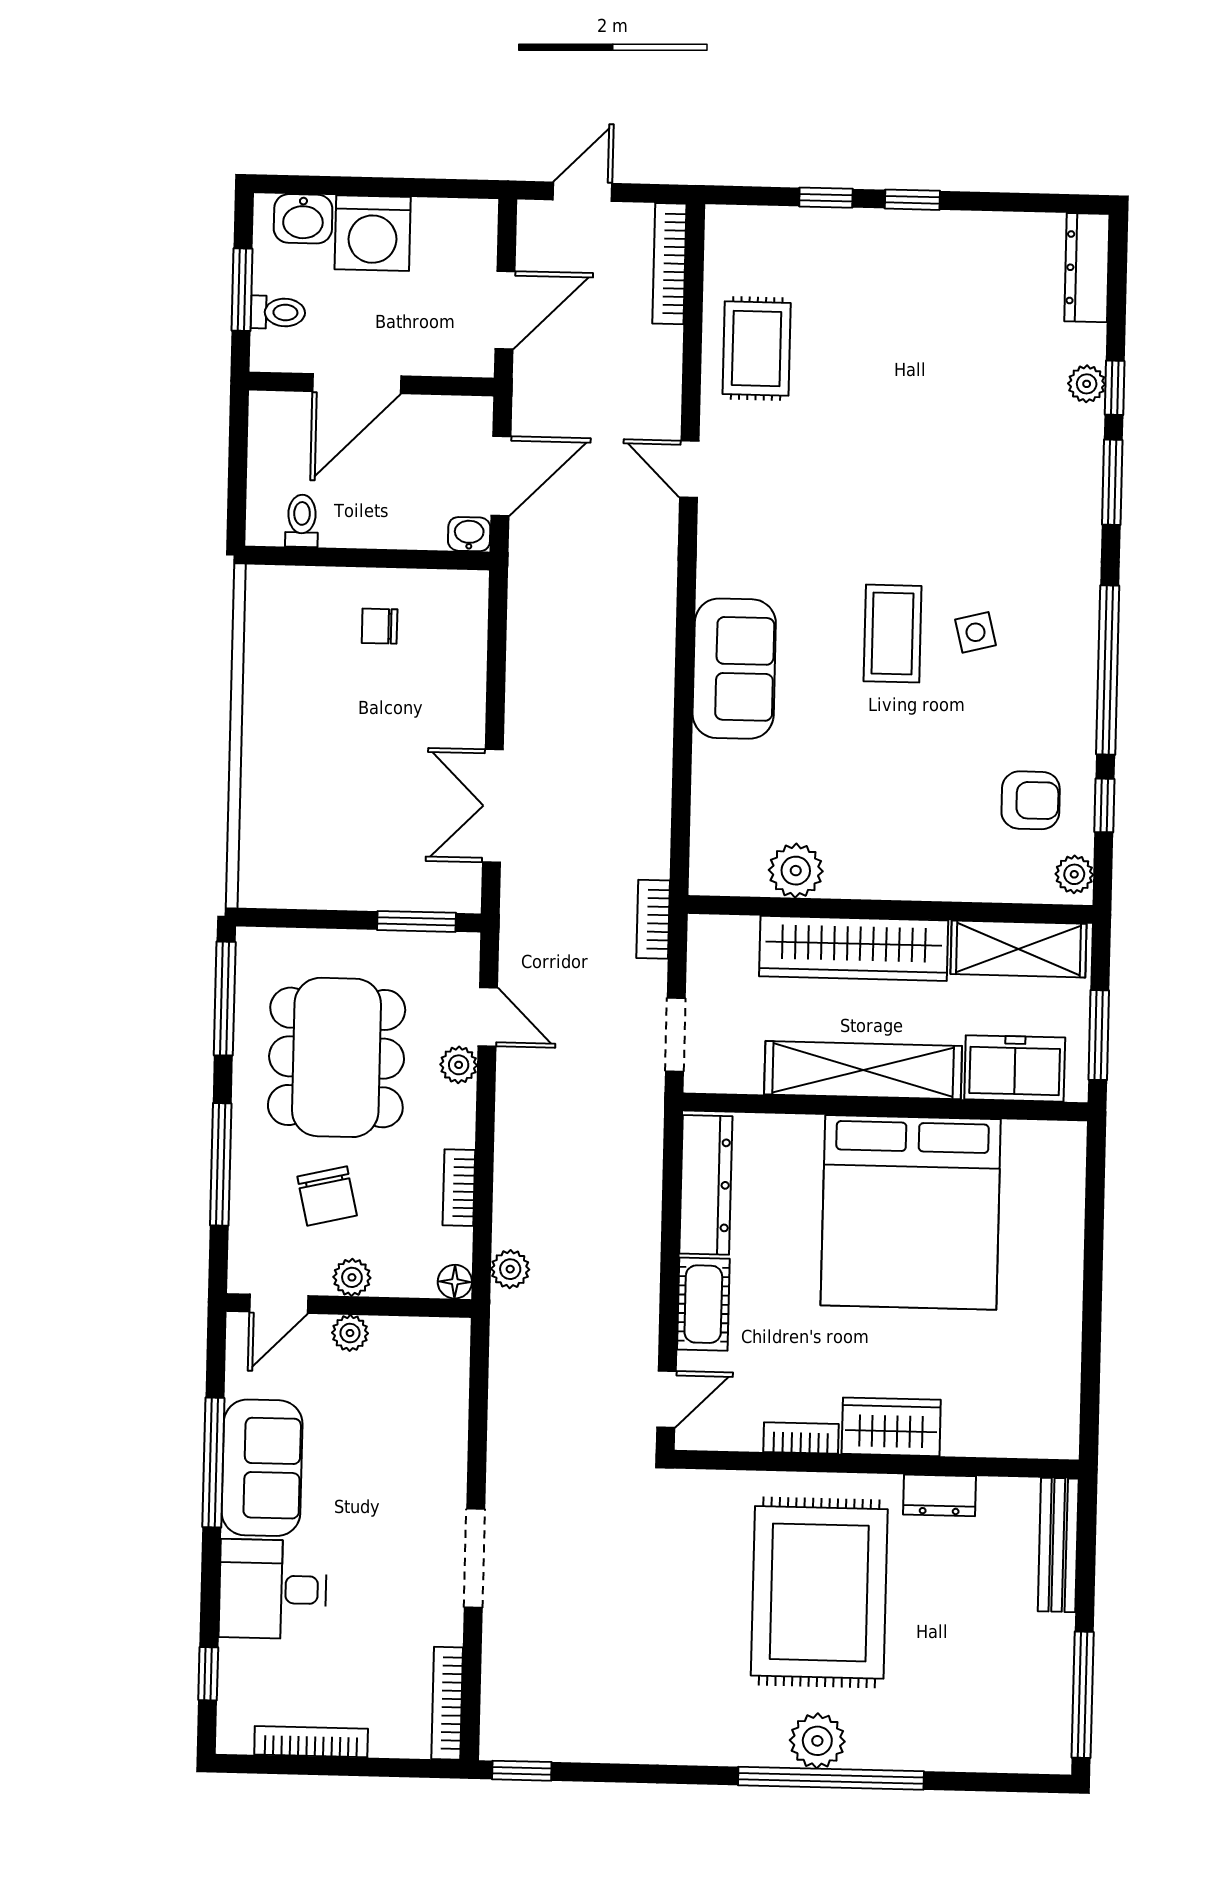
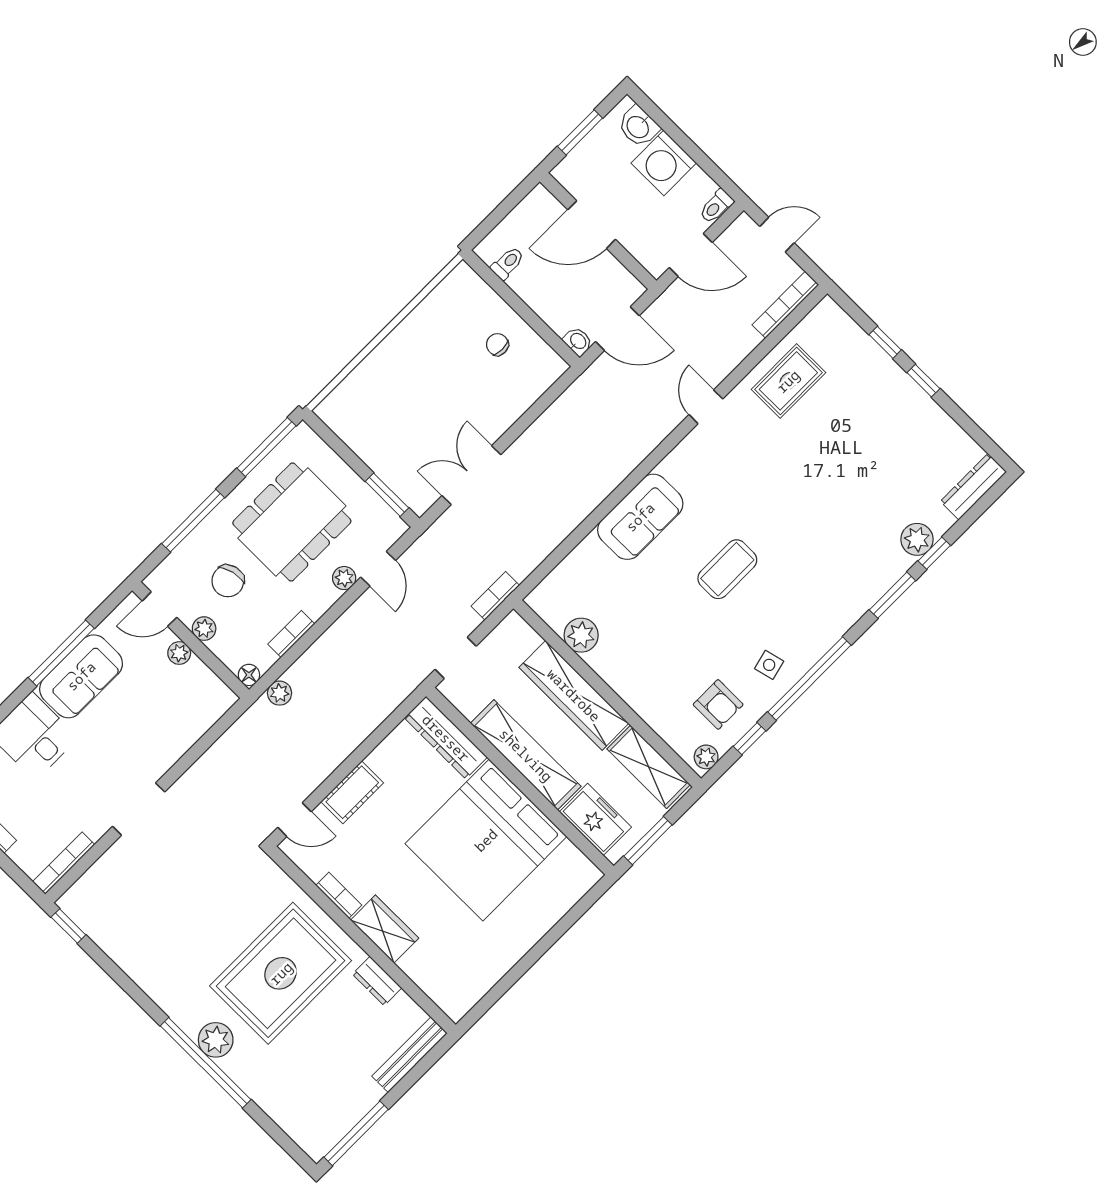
toilet: (278, 312) -> (716, 206), moved, turned 90
plant: (1087, 384) -> (917, 539), width x1.38, depth x1.38
side table: (976, 632) -> (769, 665), moved
dresser: (706, 1185) -> (446, 738), moved, turned 90

